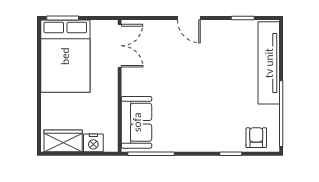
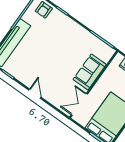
sofa: (137, 122) -> (90, 72), moved

